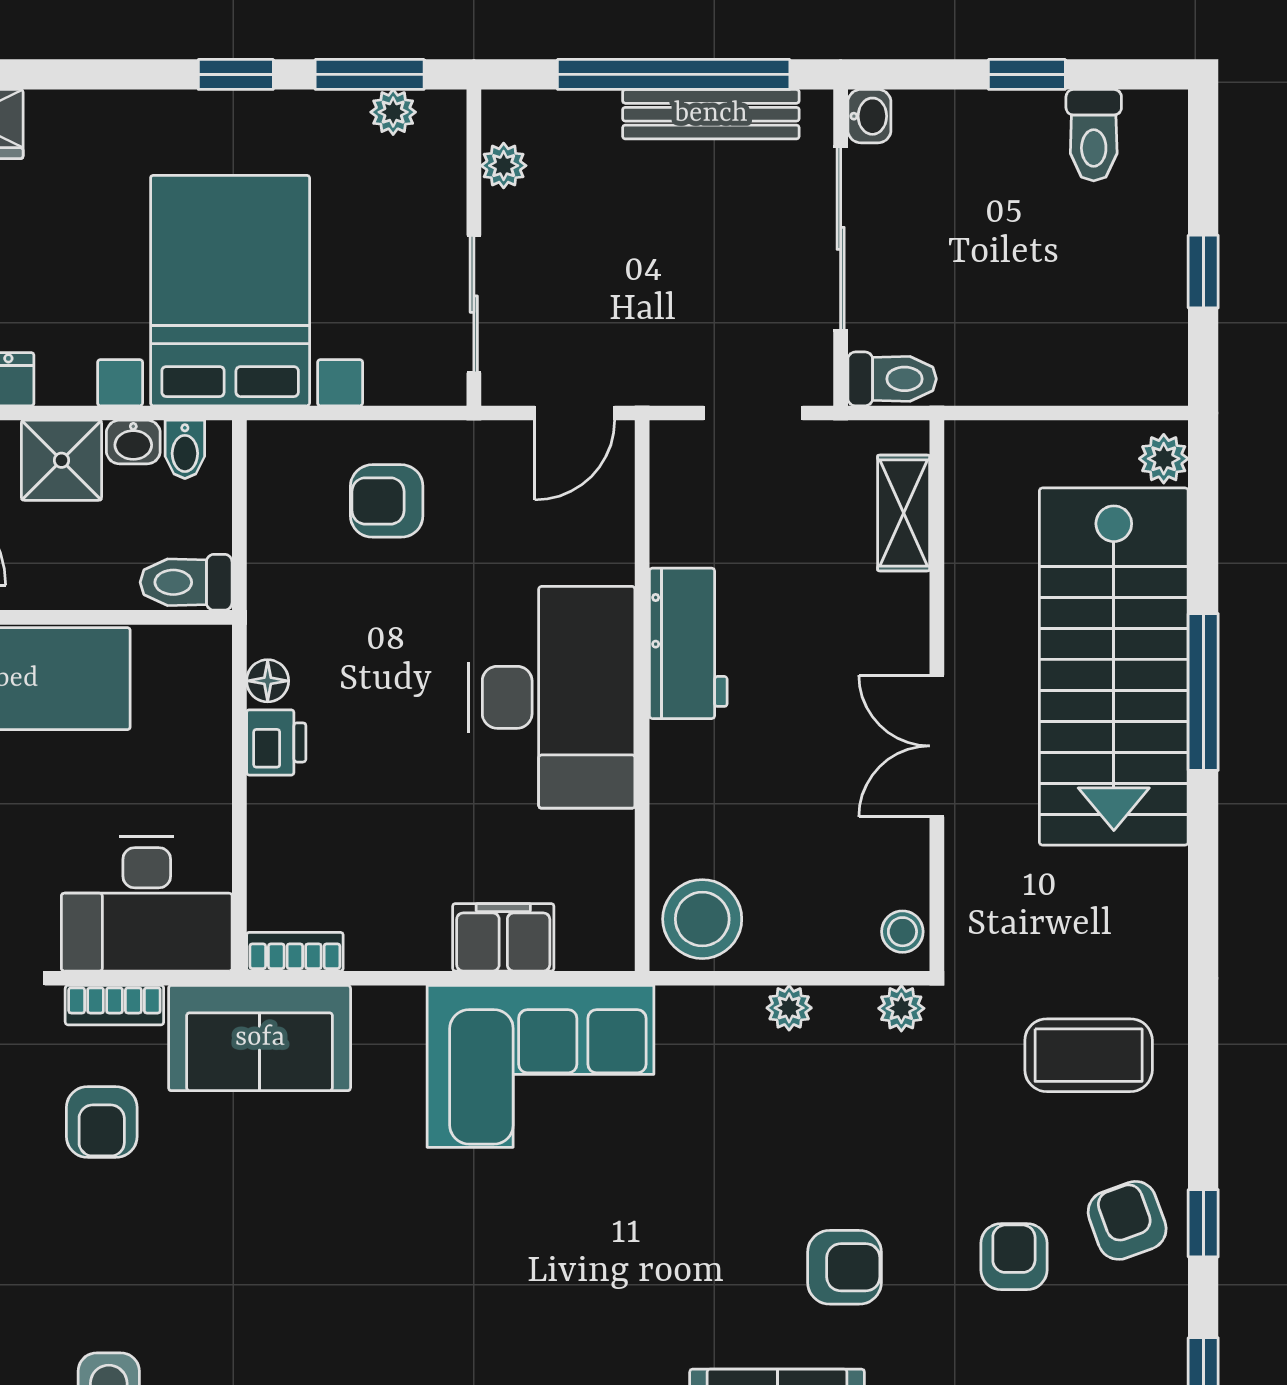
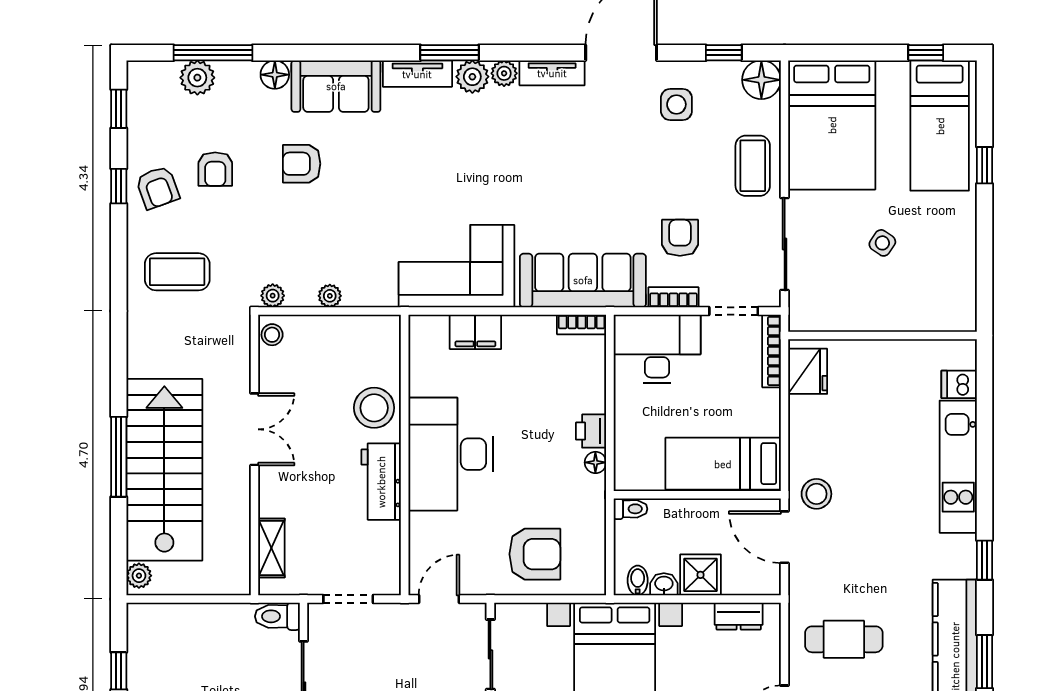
armchair: (387, 501) -> (535, 554), width x1.38, depth x1.38
toilet: (186, 582) -> (630, 509), width x0.73, depth x0.72
stool: (702, 919) -> (374, 408), moved
sofa: (260, 1038) -> (583, 280), width x1.36

